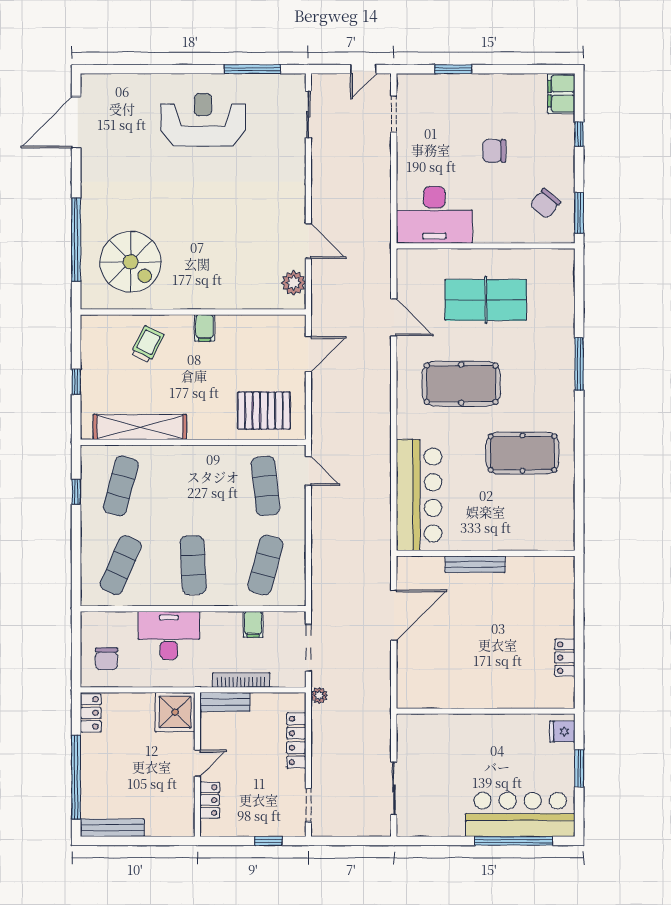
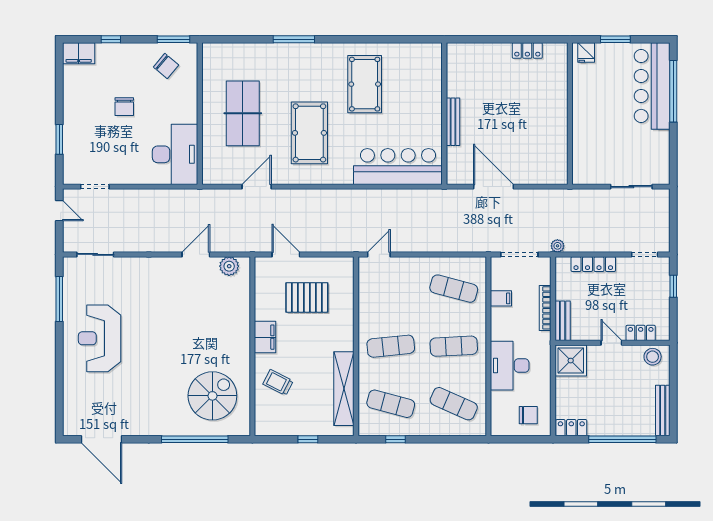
filing cabinet: (205, 328) -> (265, 337), width x2.00
pallet: (264, 411) -> (307, 297), moved, turned 90
exercise mat: (265, 486) -> (391, 346), moved
stool: (180, 815) -> (653, 357), added

